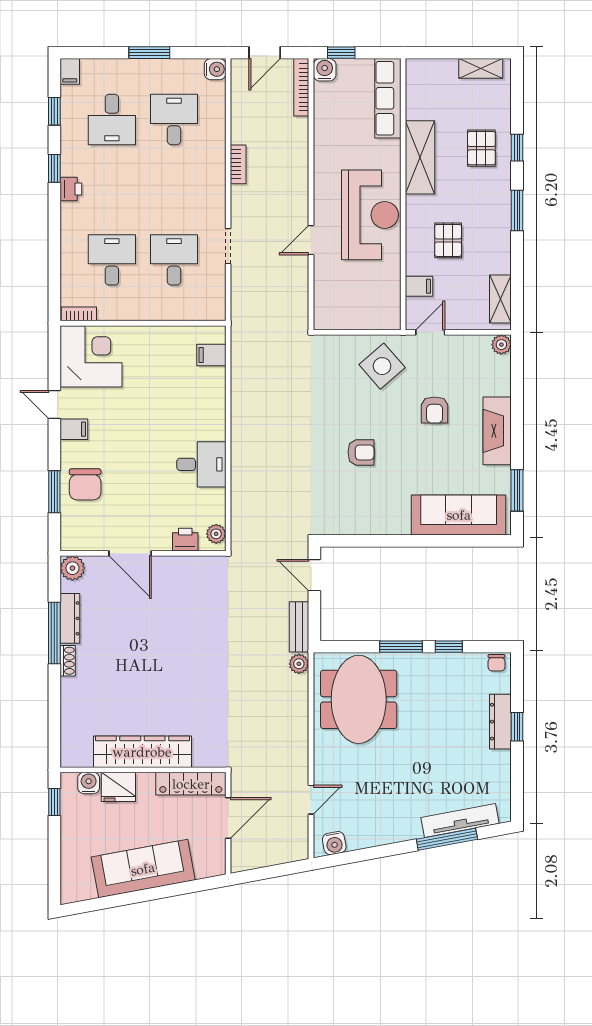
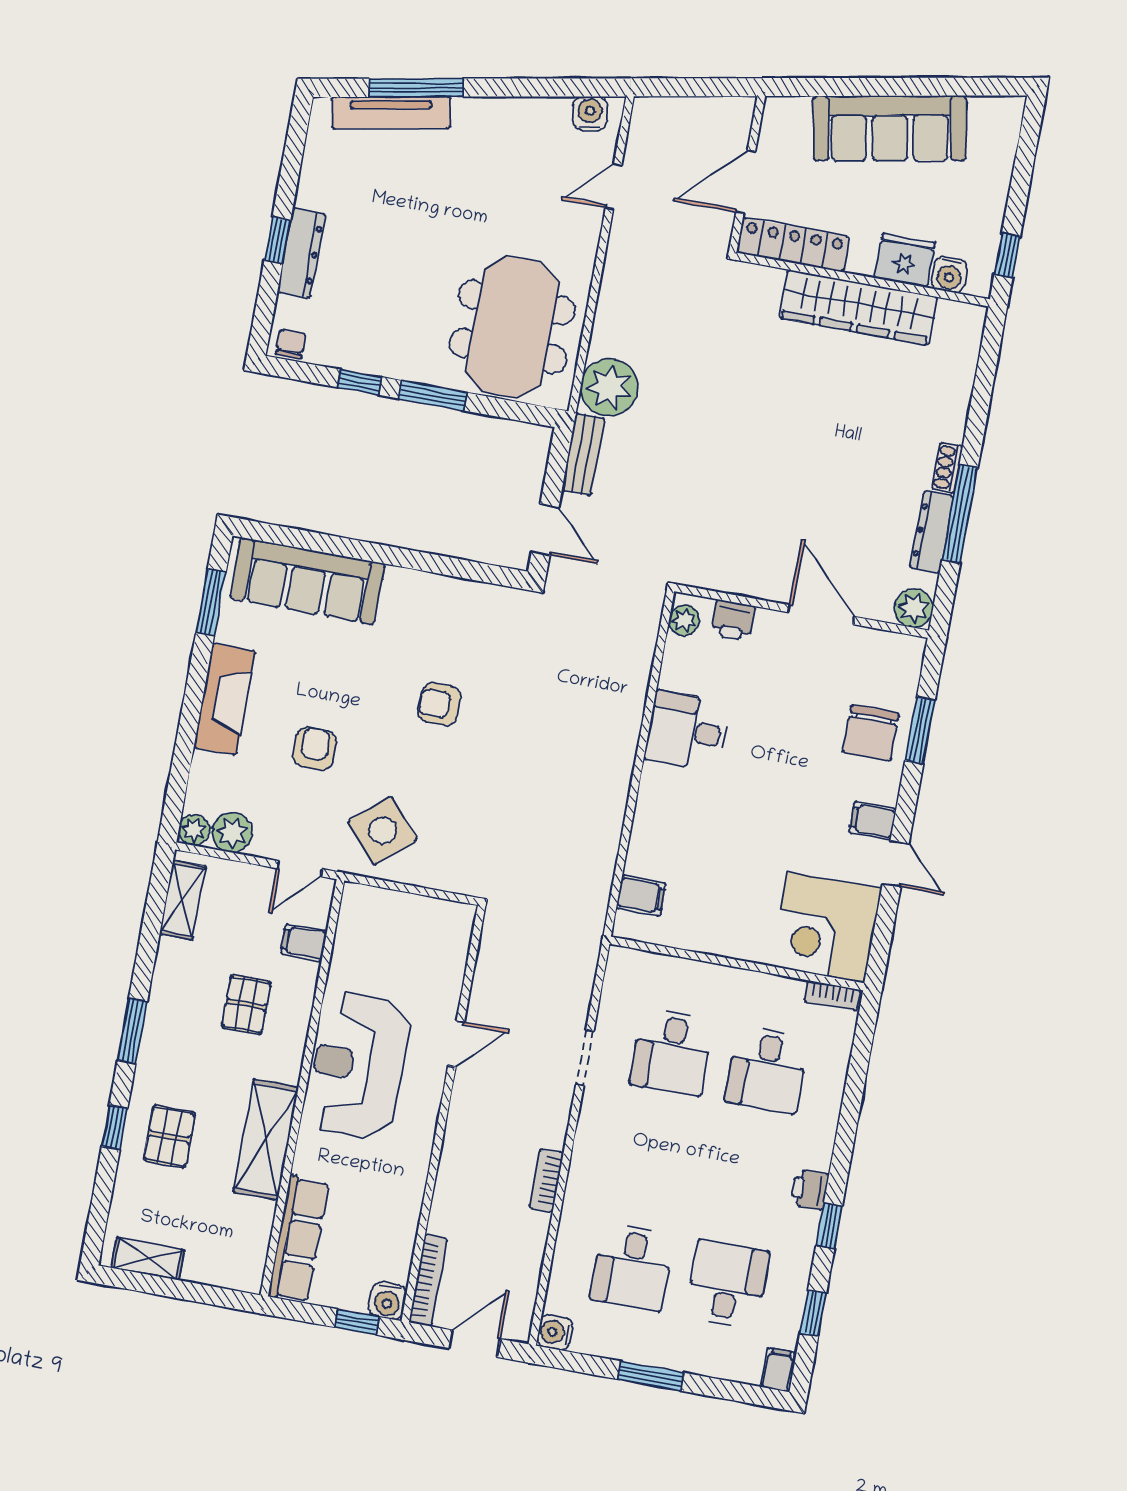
plant: (477, 347) -> (232, 833), added
chair: (85, 484) -> (871, 733), turned 180
plant: (299, 664) -> (609, 387), width x1.87, depth x1.87

